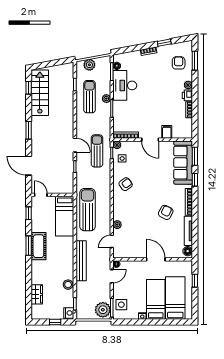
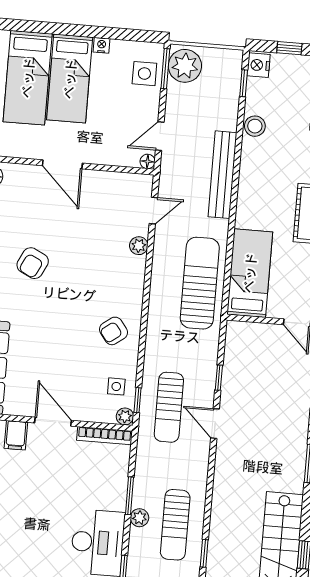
sun lounger: (87, 210) -> (200, 283), turned 180

